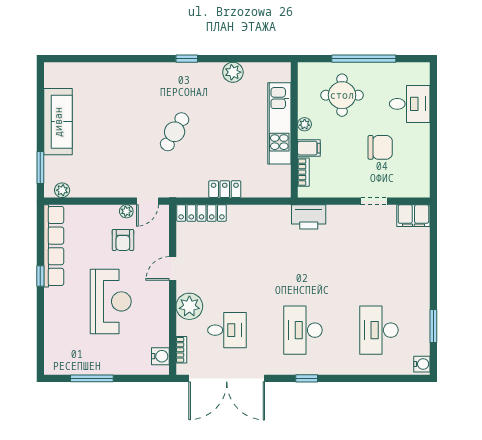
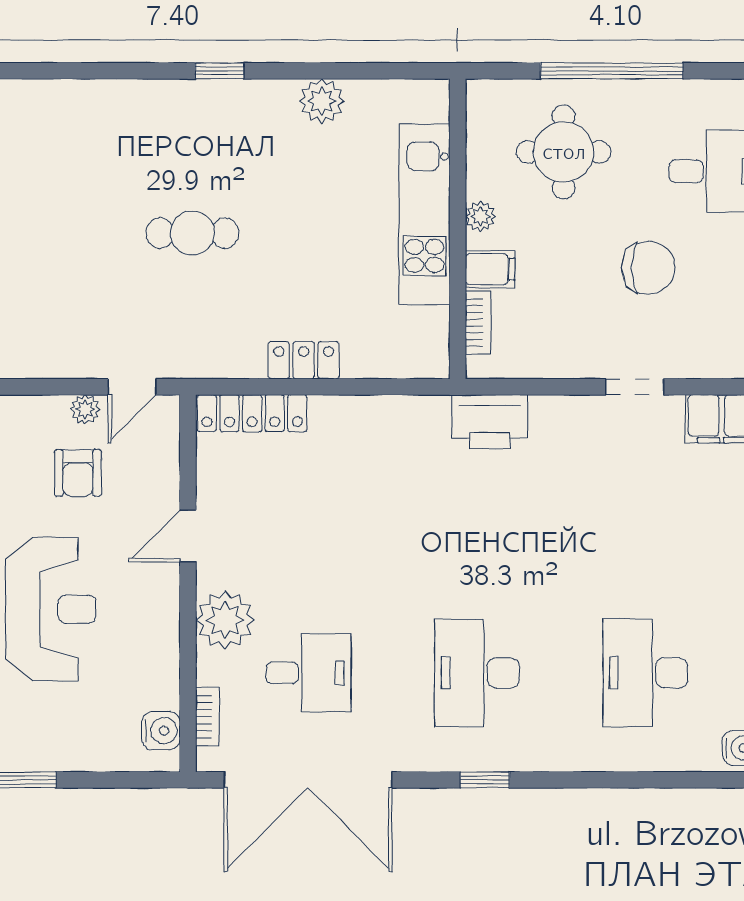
cafe table: (175, 132) -> (192, 233), turned 60

